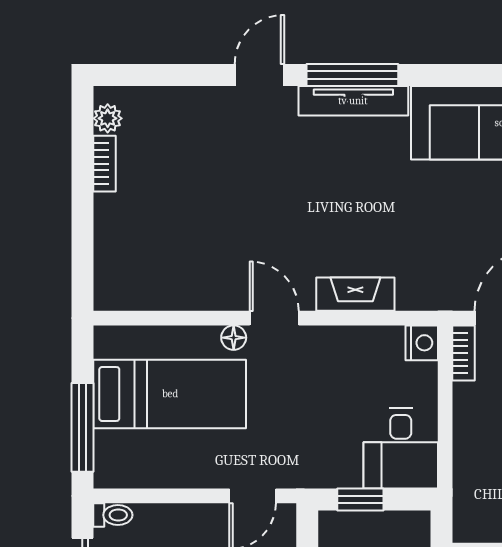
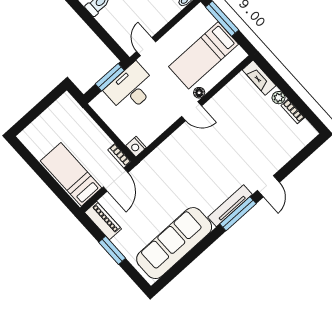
plant: (108, 118) -> (278, 98), moved
fireplace: (355, 294) -> (259, 78), moved, turned 90
desk: (401, 448) -> (131, 88), moved, width x1.37
window: (360, 499) -> (110, 77), width x1.50

